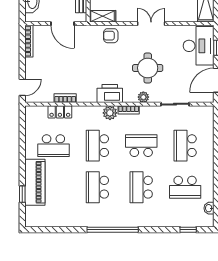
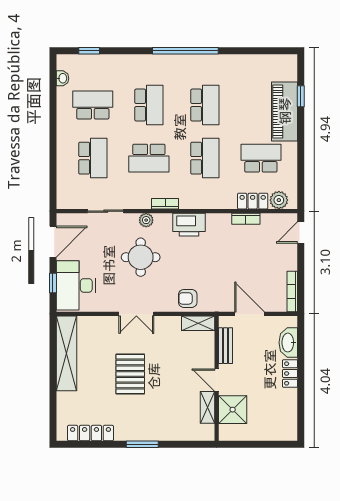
armchair: (111, 36) -> (188, 298), turned 180
plant: (110, 113) -> (279, 200), moved

